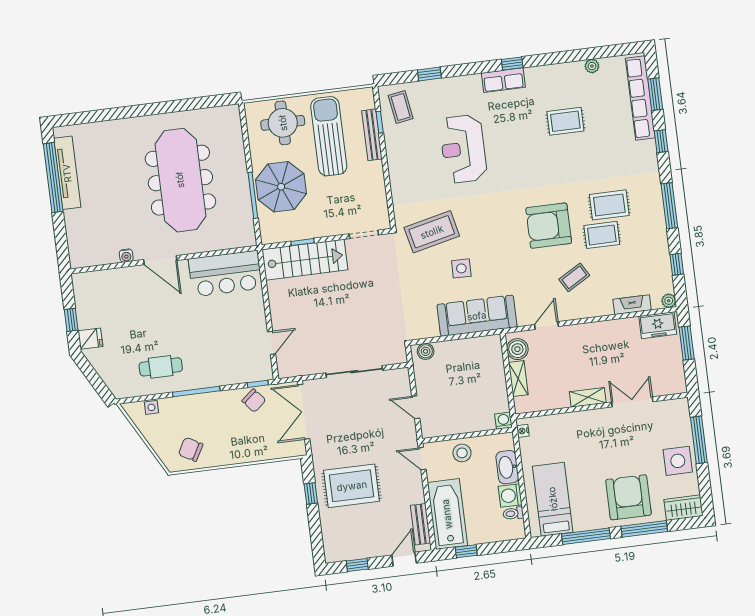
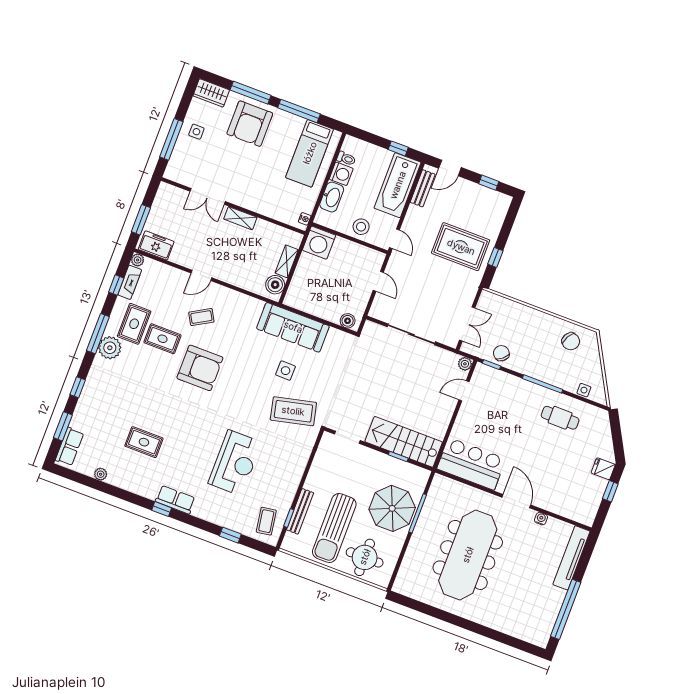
row of seats: (640, 98) -> (70, 447), width x0.50
tv unit: (67, 173) -> (571, 558), moved
plant: (650, 198) -> (110, 348), added
rug: (609, 205) -> (134, 324), moved, turned 90
fireplace: (632, 305) -> (130, 282), moved, turned -90
door: (546, 326) -> (201, 275), moved
plant: (285, 370) -> (465, 364), added
double door: (304, 412) -> (467, 324), width x0.73
washing machine: (503, 421) -> (319, 243), width x1.89, depth x1.89
side table: (678, 461) -> (196, 132), width x0.54, depth x0.54

